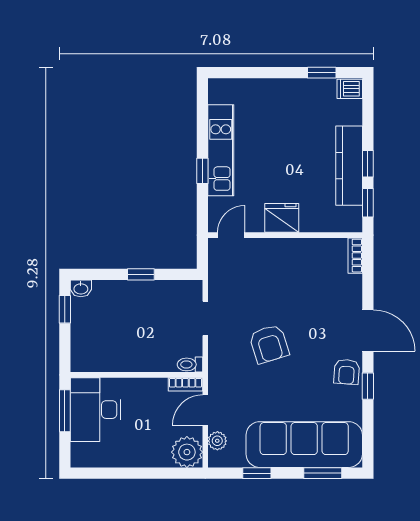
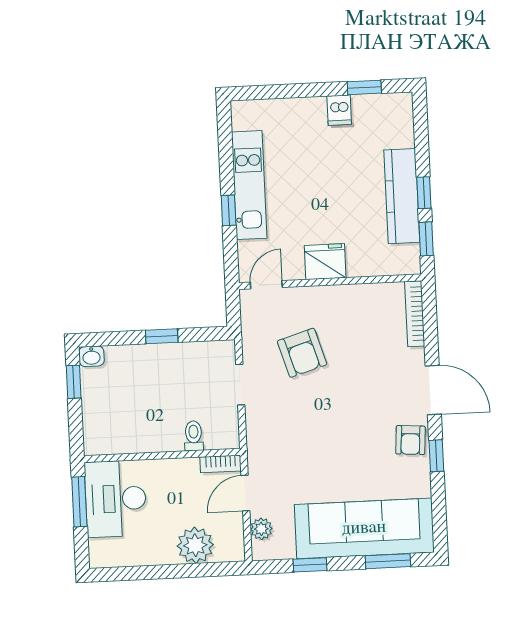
dishwasher: (350, 89) -> (339, 110), moved, turned -90
bookcase: (355, 256) -> (415, 314), width x1.56
armchair: (269, 344) -> (302, 353), moved
toilet: (190, 364) -> (194, 436), moved, turned 90
plant: (187, 452) -> (195, 545), moved

